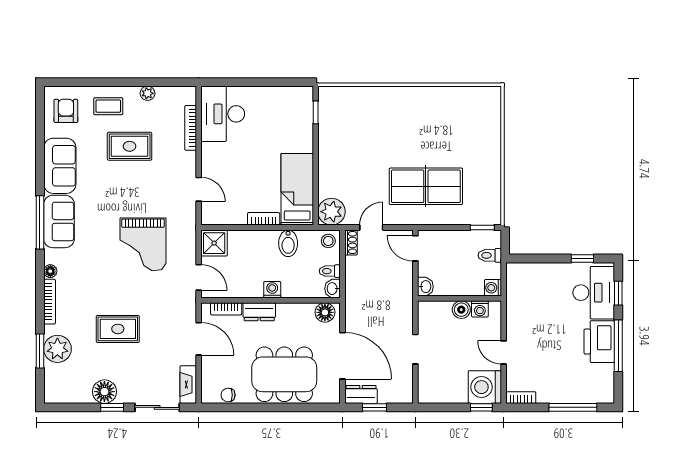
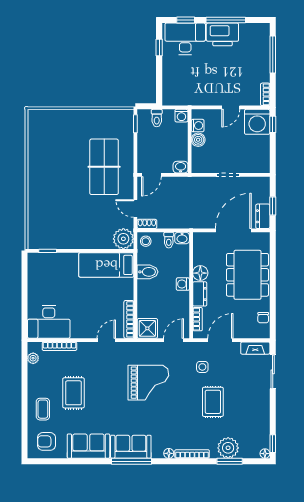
plant: (148, 93) -> (33, 358), moved
bookcase: (264, 219) -> (129, 319), moved, width x1.56
floor lamp: (325, 312) -> (200, 273), moved
side table: (164, 315) -> (202, 367), added
floor lamp: (104, 392) -> (265, 454), moved, width x0.53, depth x0.53
window: (112, 407) -> (273, 444), moved

